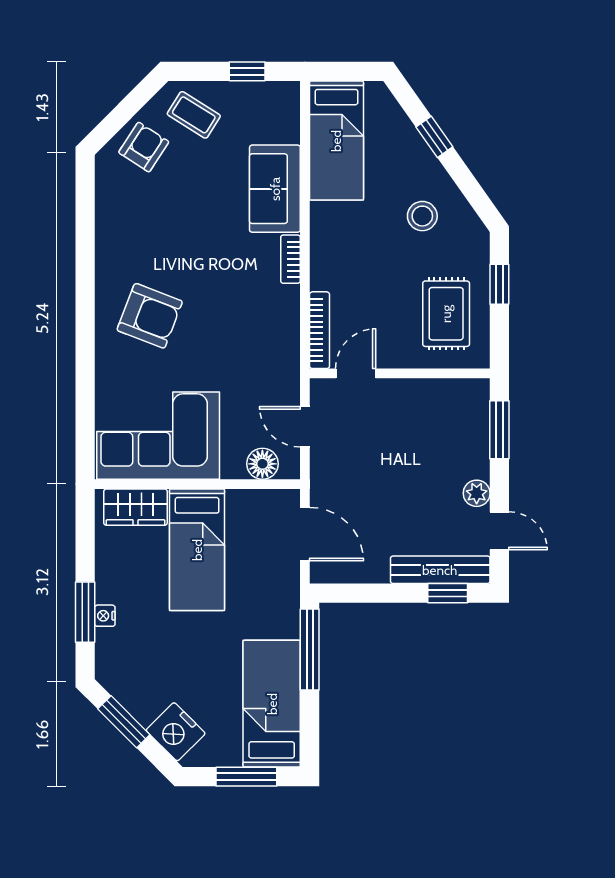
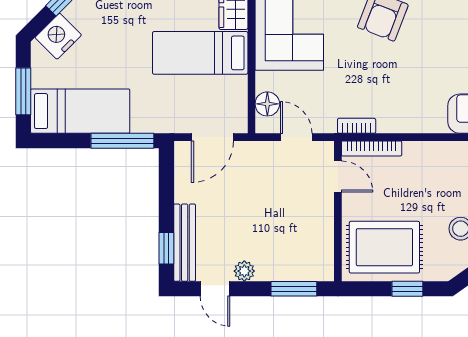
bookcase: (290, 259) -> (357, 126), moved
rug: (446, 314) -> (384, 247), width x1.36, depth x1.43
door: (305, 427) -> (296, 137), hinge flipped
door: (499, 531) -> (215, 289), hinge flipped

